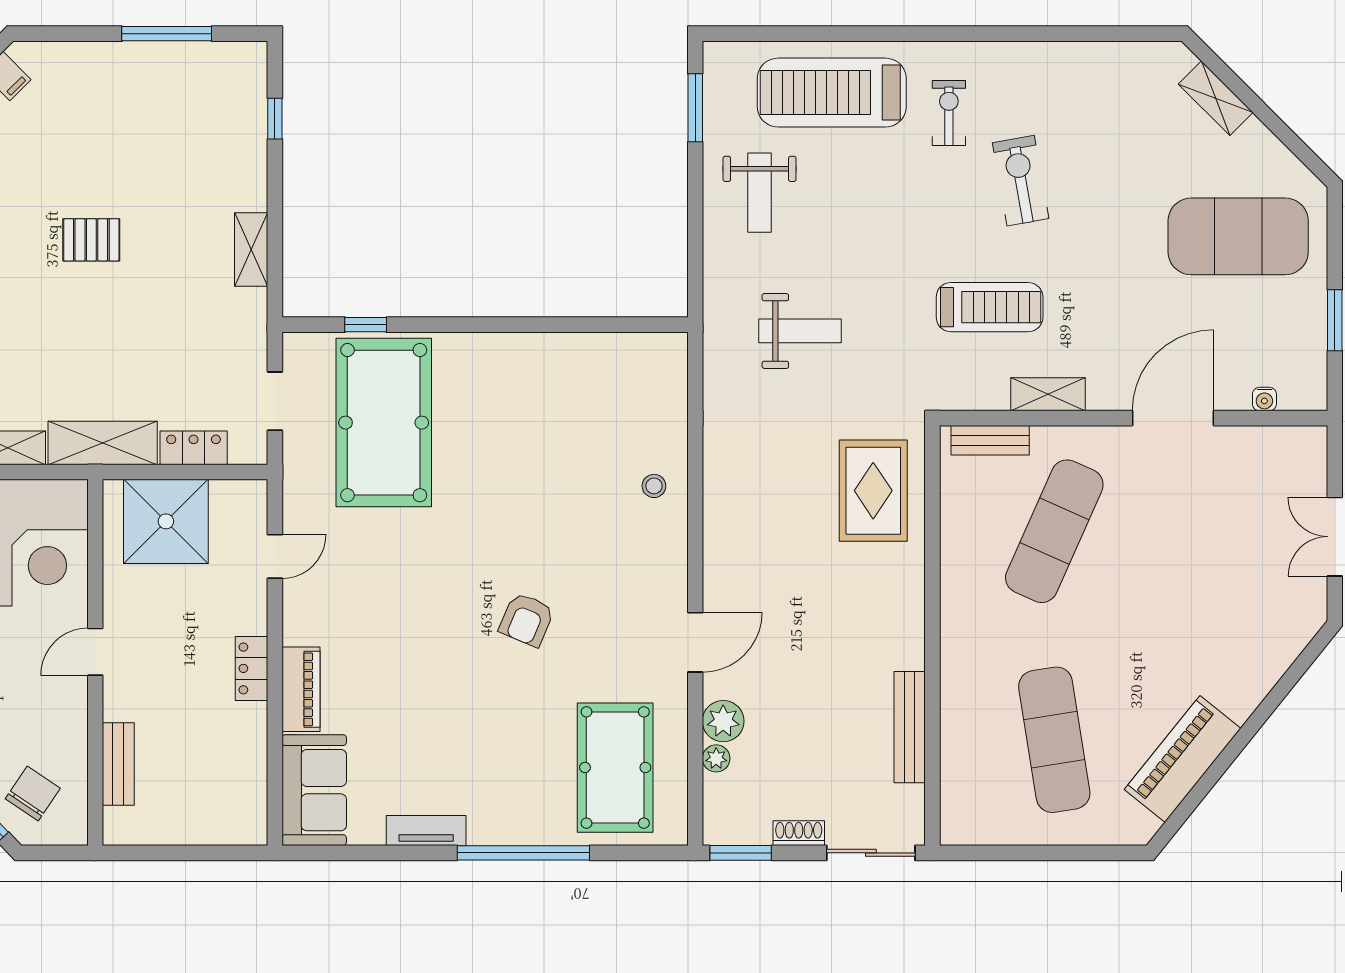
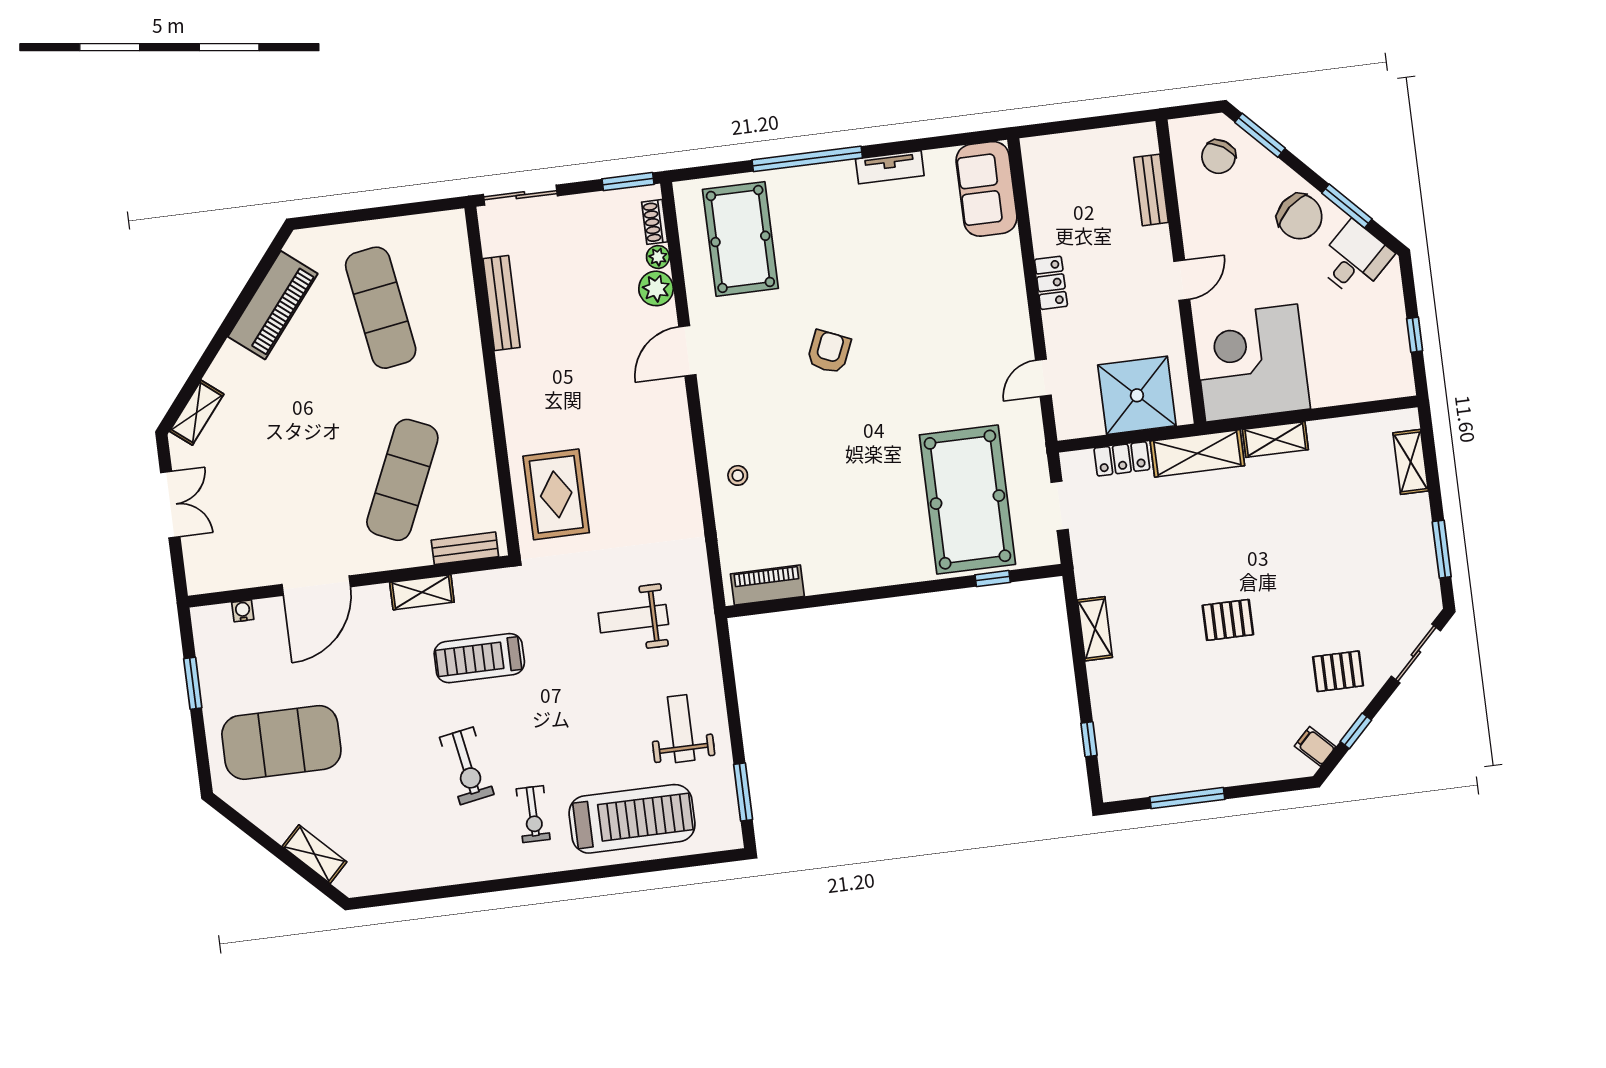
shelving: (1290, 642) -> (197, 413), added
piano: (301, 689) -> (767, 585), moved, turned 90
shoe rack: (799, 833) -> (655, 222), moved, turned 90

